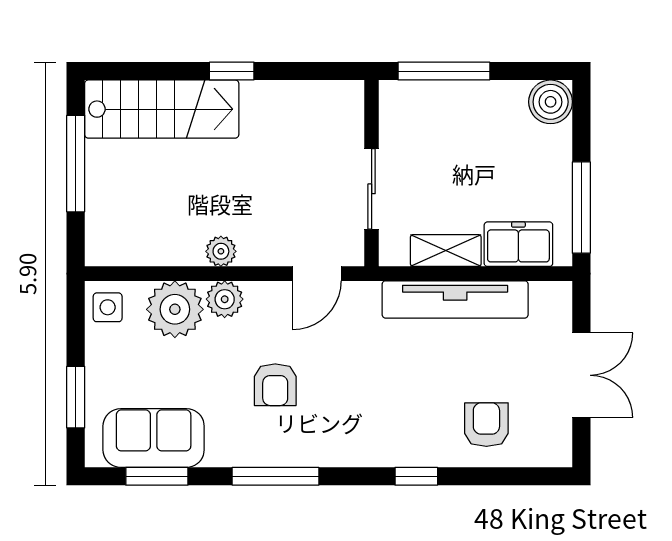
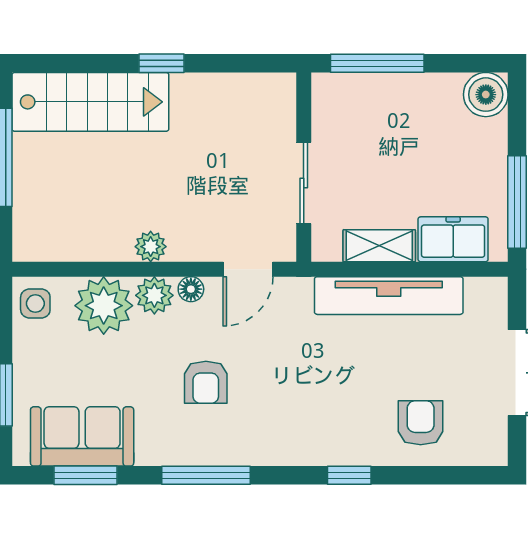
floor lamp: (261, 293) -> (191, 289), added

